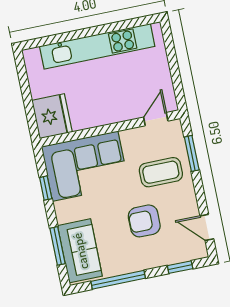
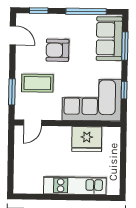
kitchen unit: (97, 46) -> (75, 186), width x0.73
fridge: (52, 116) -> (87, 139), moved, turned -90
armchair: (144, 221) -> (57, 50), turned 180

